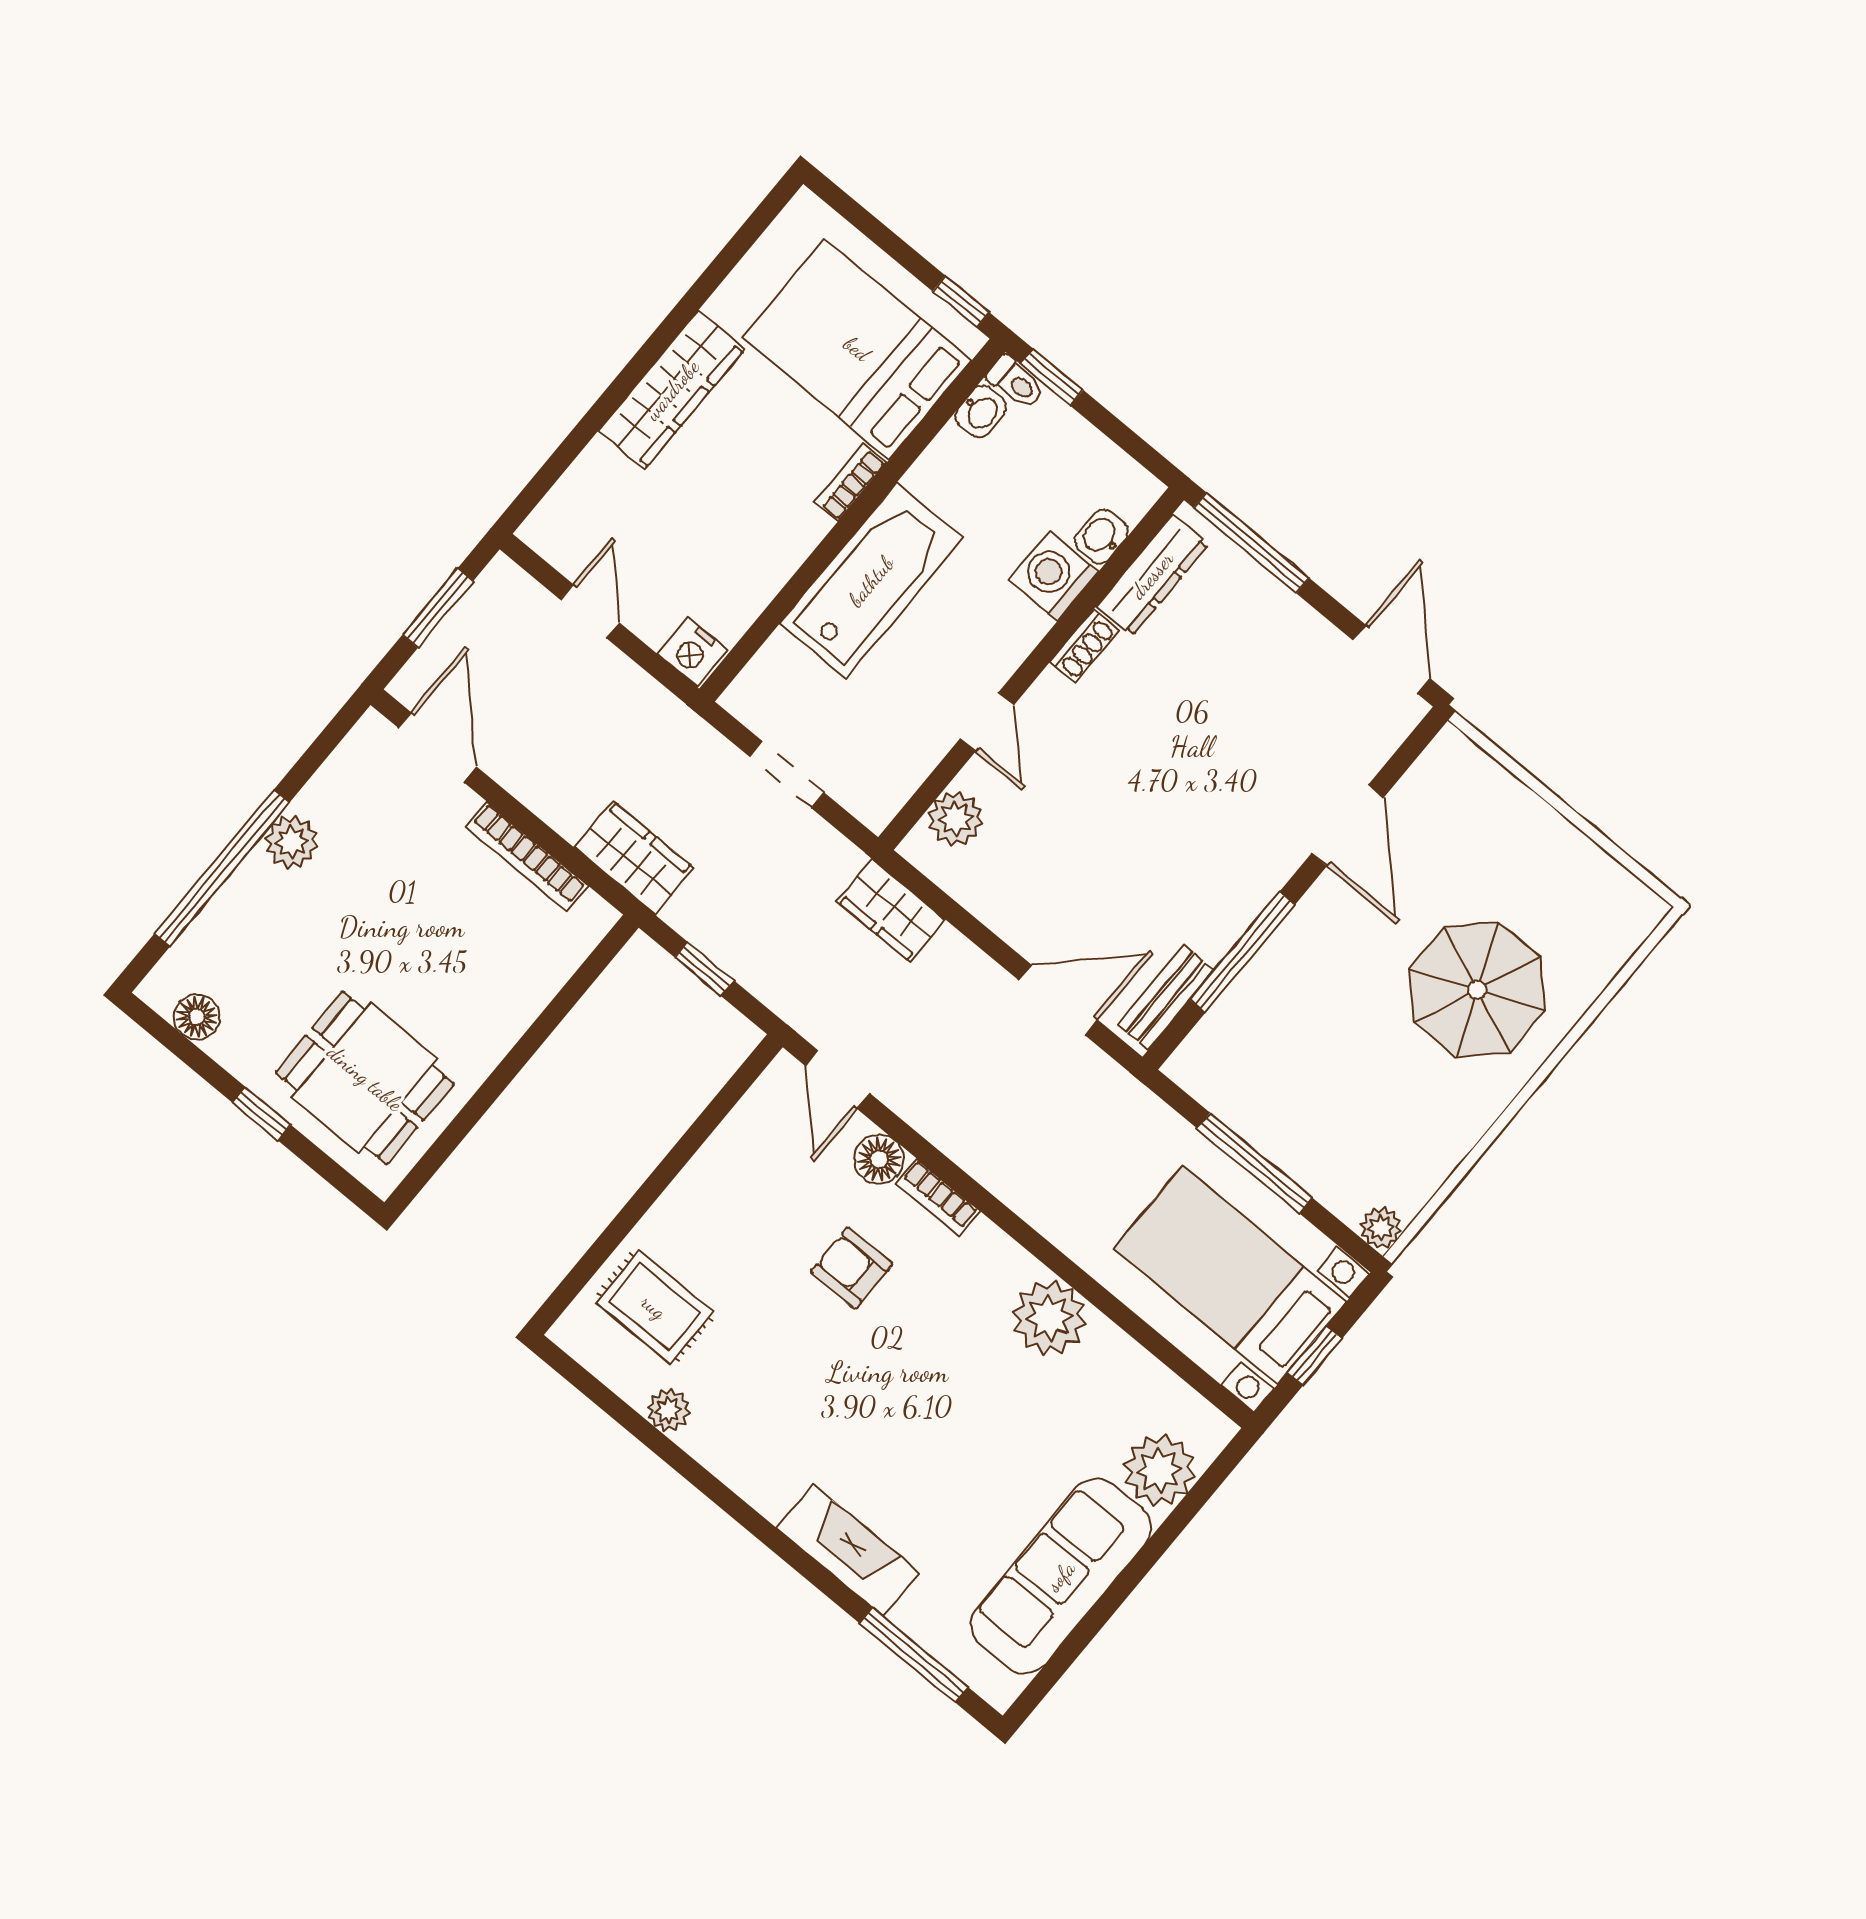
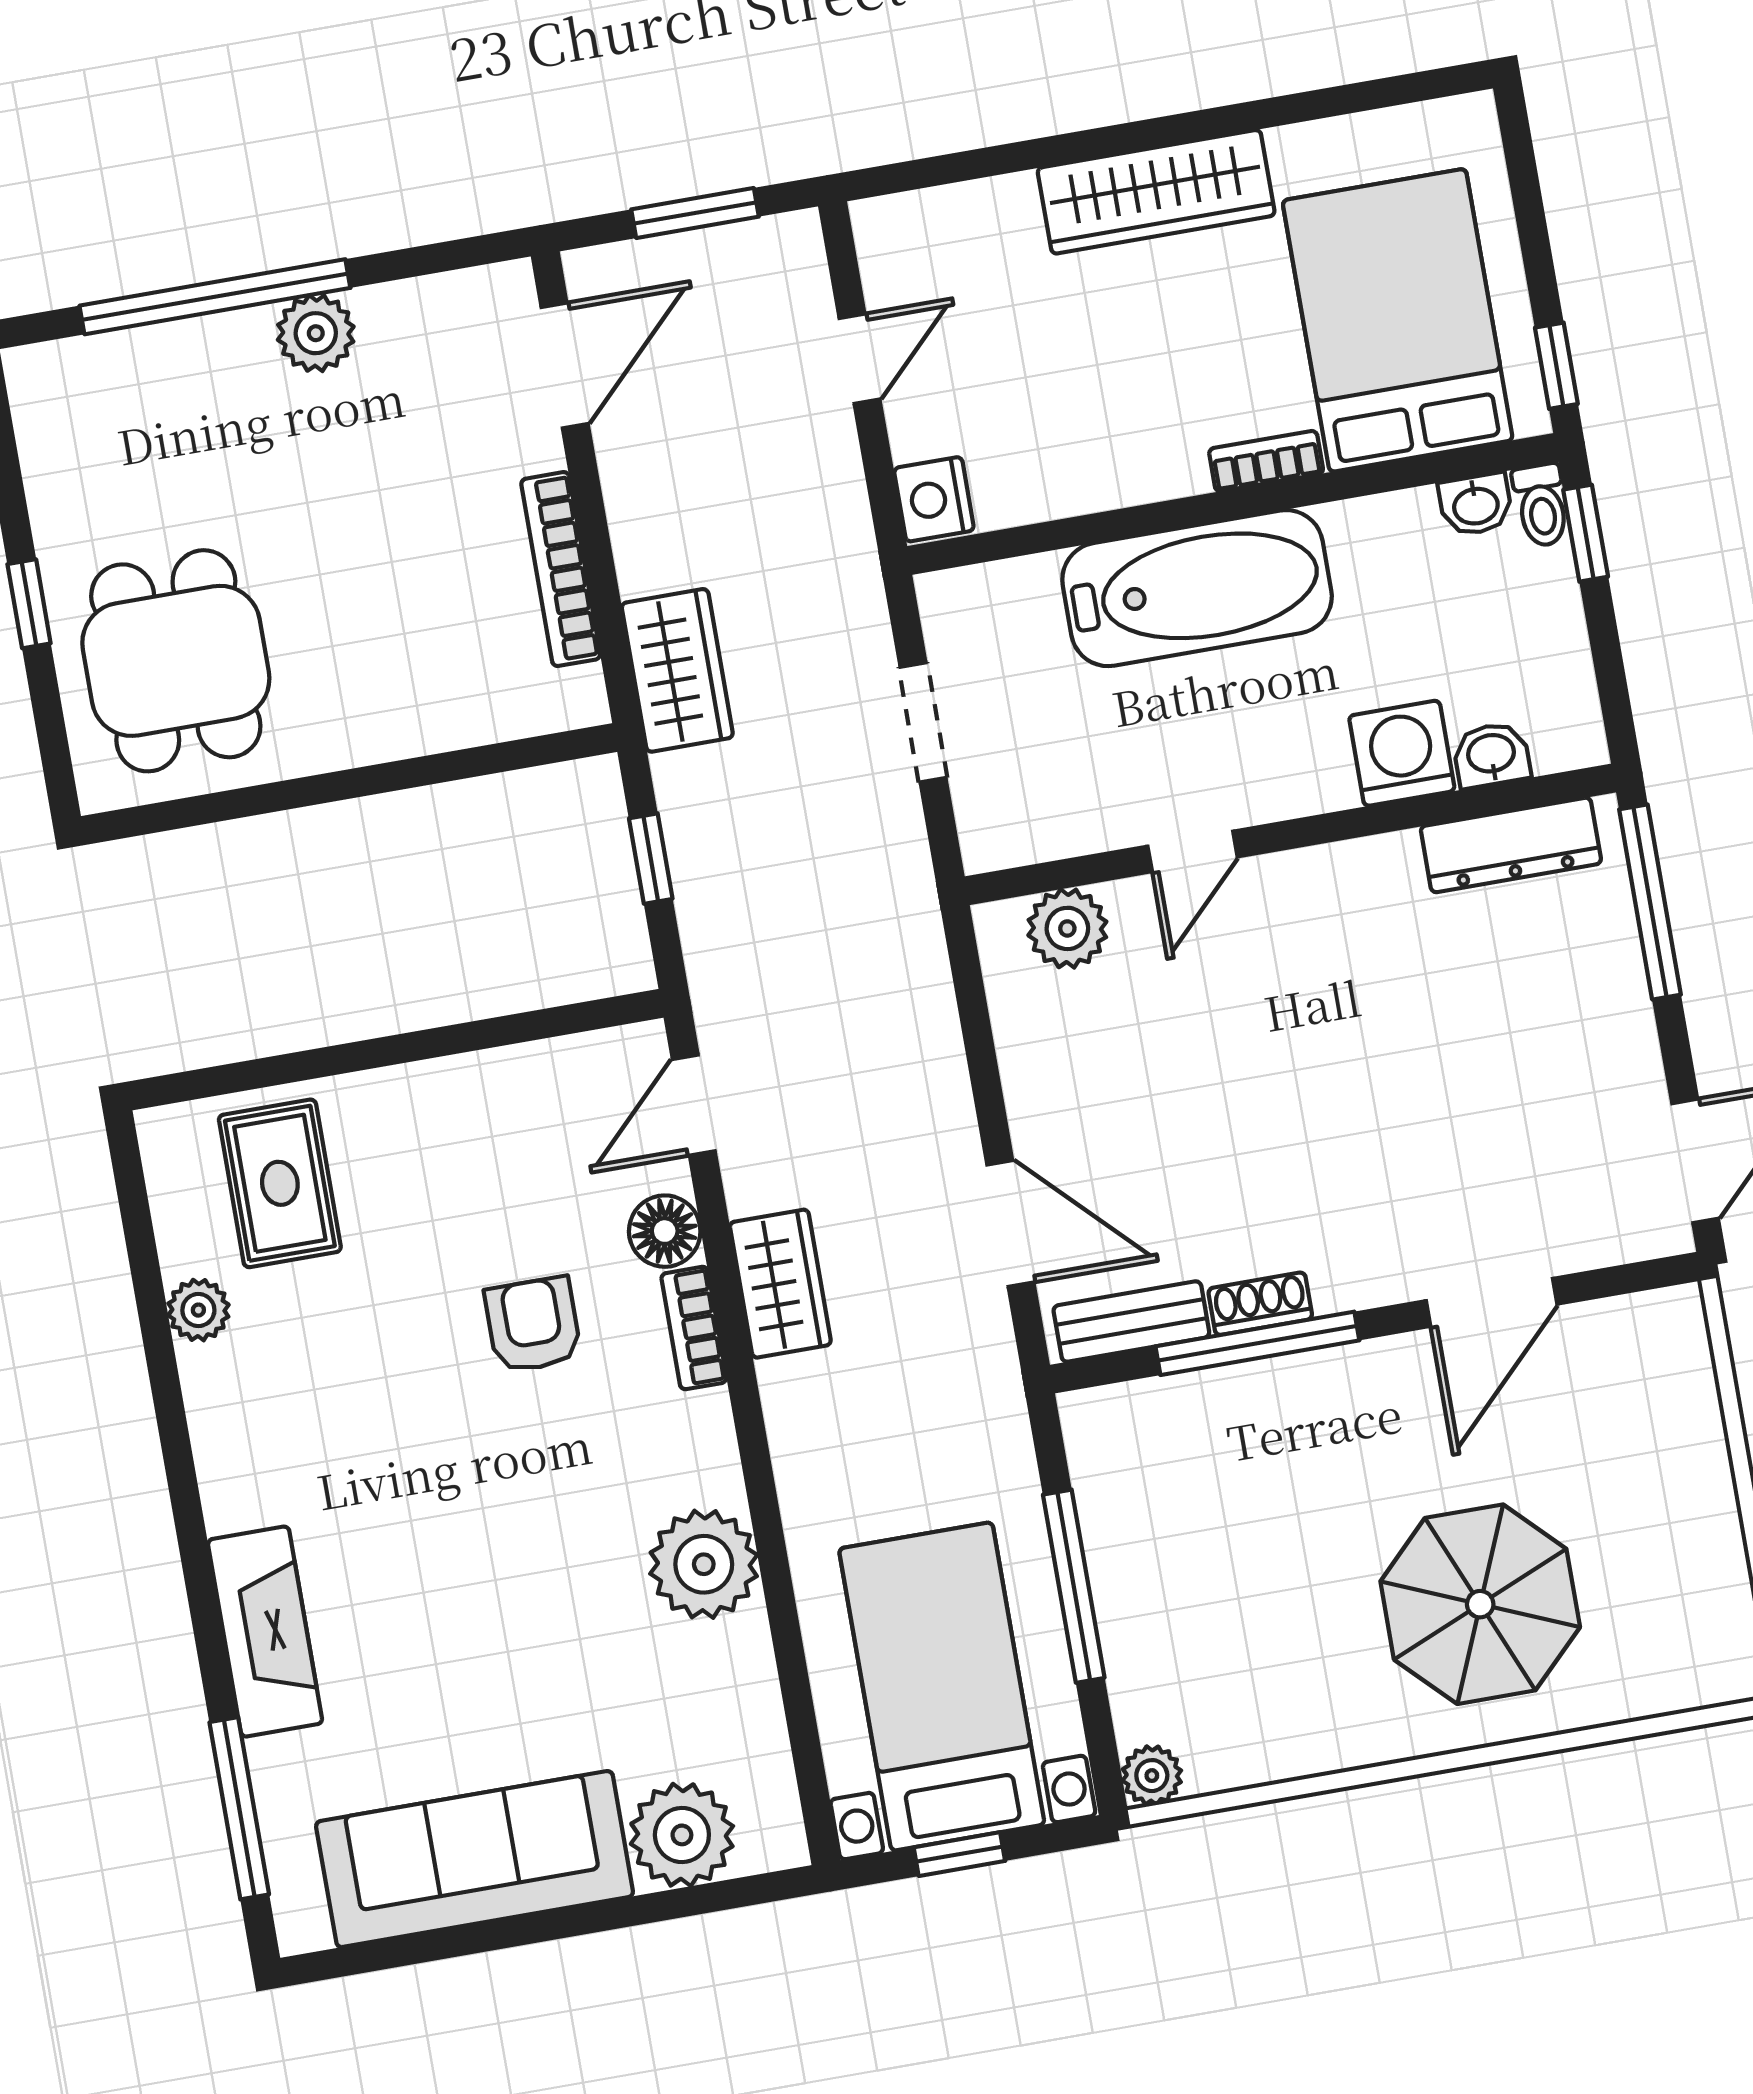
shoe rack: (1084, 646) -> (1260, 1304), moved, turned 180
wardrobe: (891, 911) -> (780, 1284), moved, turned 180
floor lamp: (197, 1017) -> (48, 437), removed

